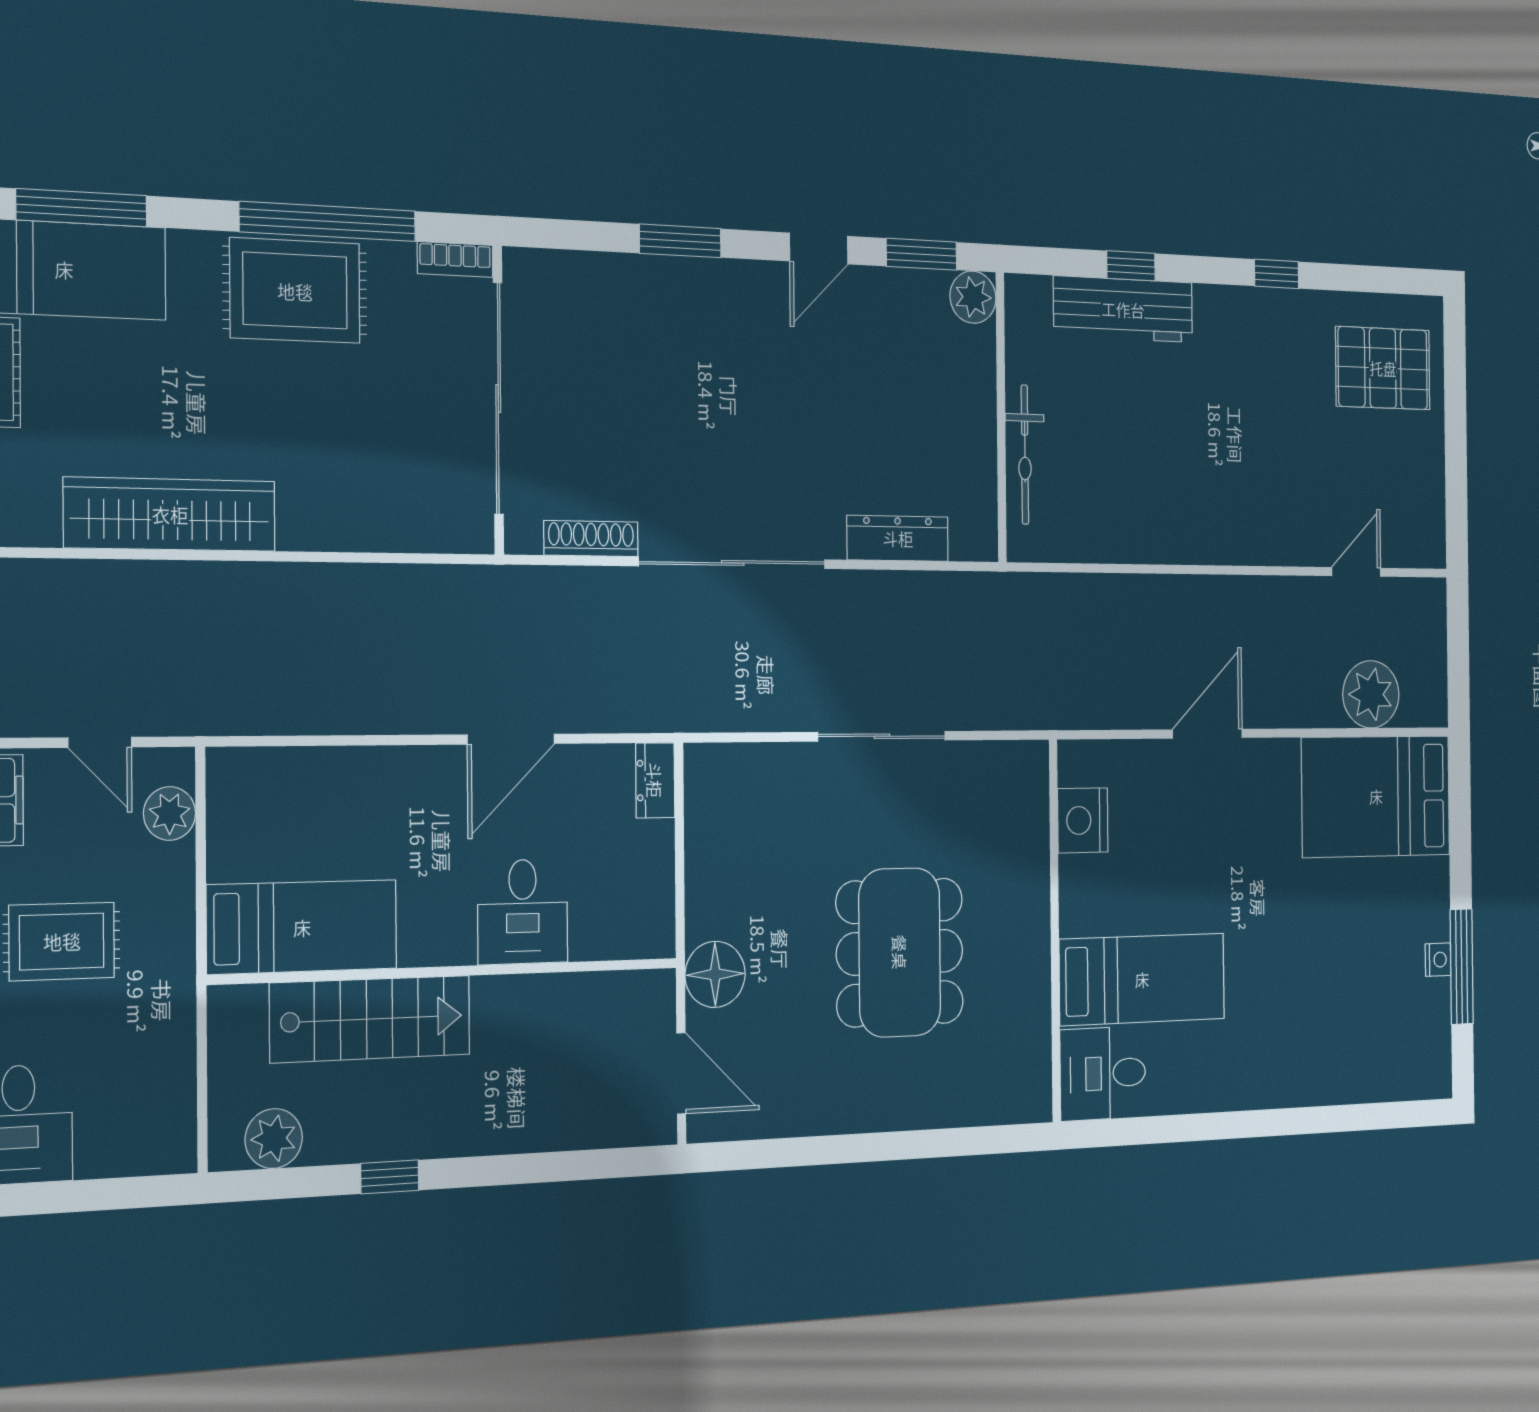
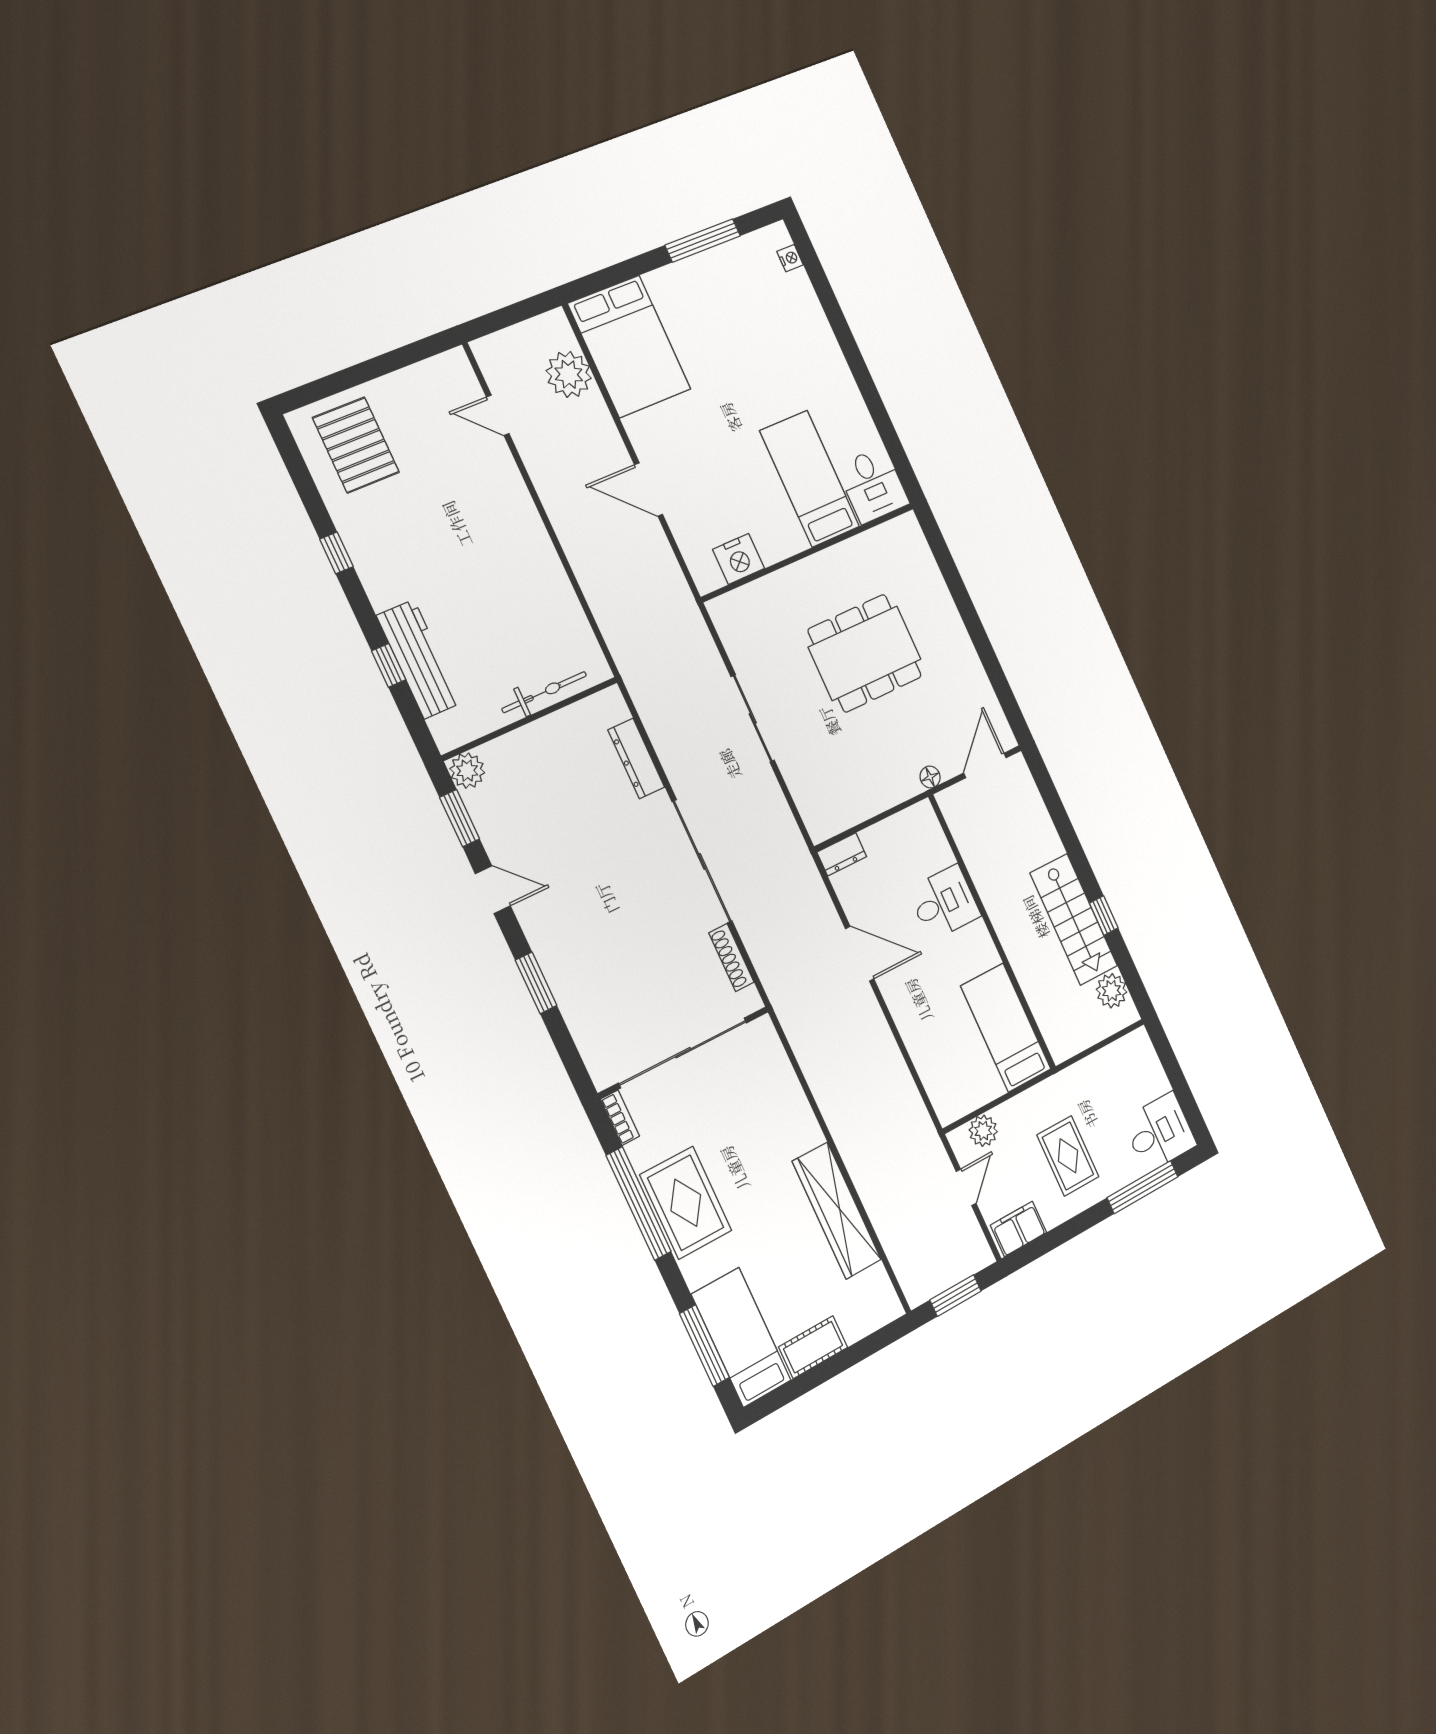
nightstand: (1438, 960) -> (790, 258), moved, turned 90
floor lamp: (715, 974) -> (930, 777), width x0.53, depth x0.53
stairs: (371, 1019) -> (1074, 919), moved, turned 180

